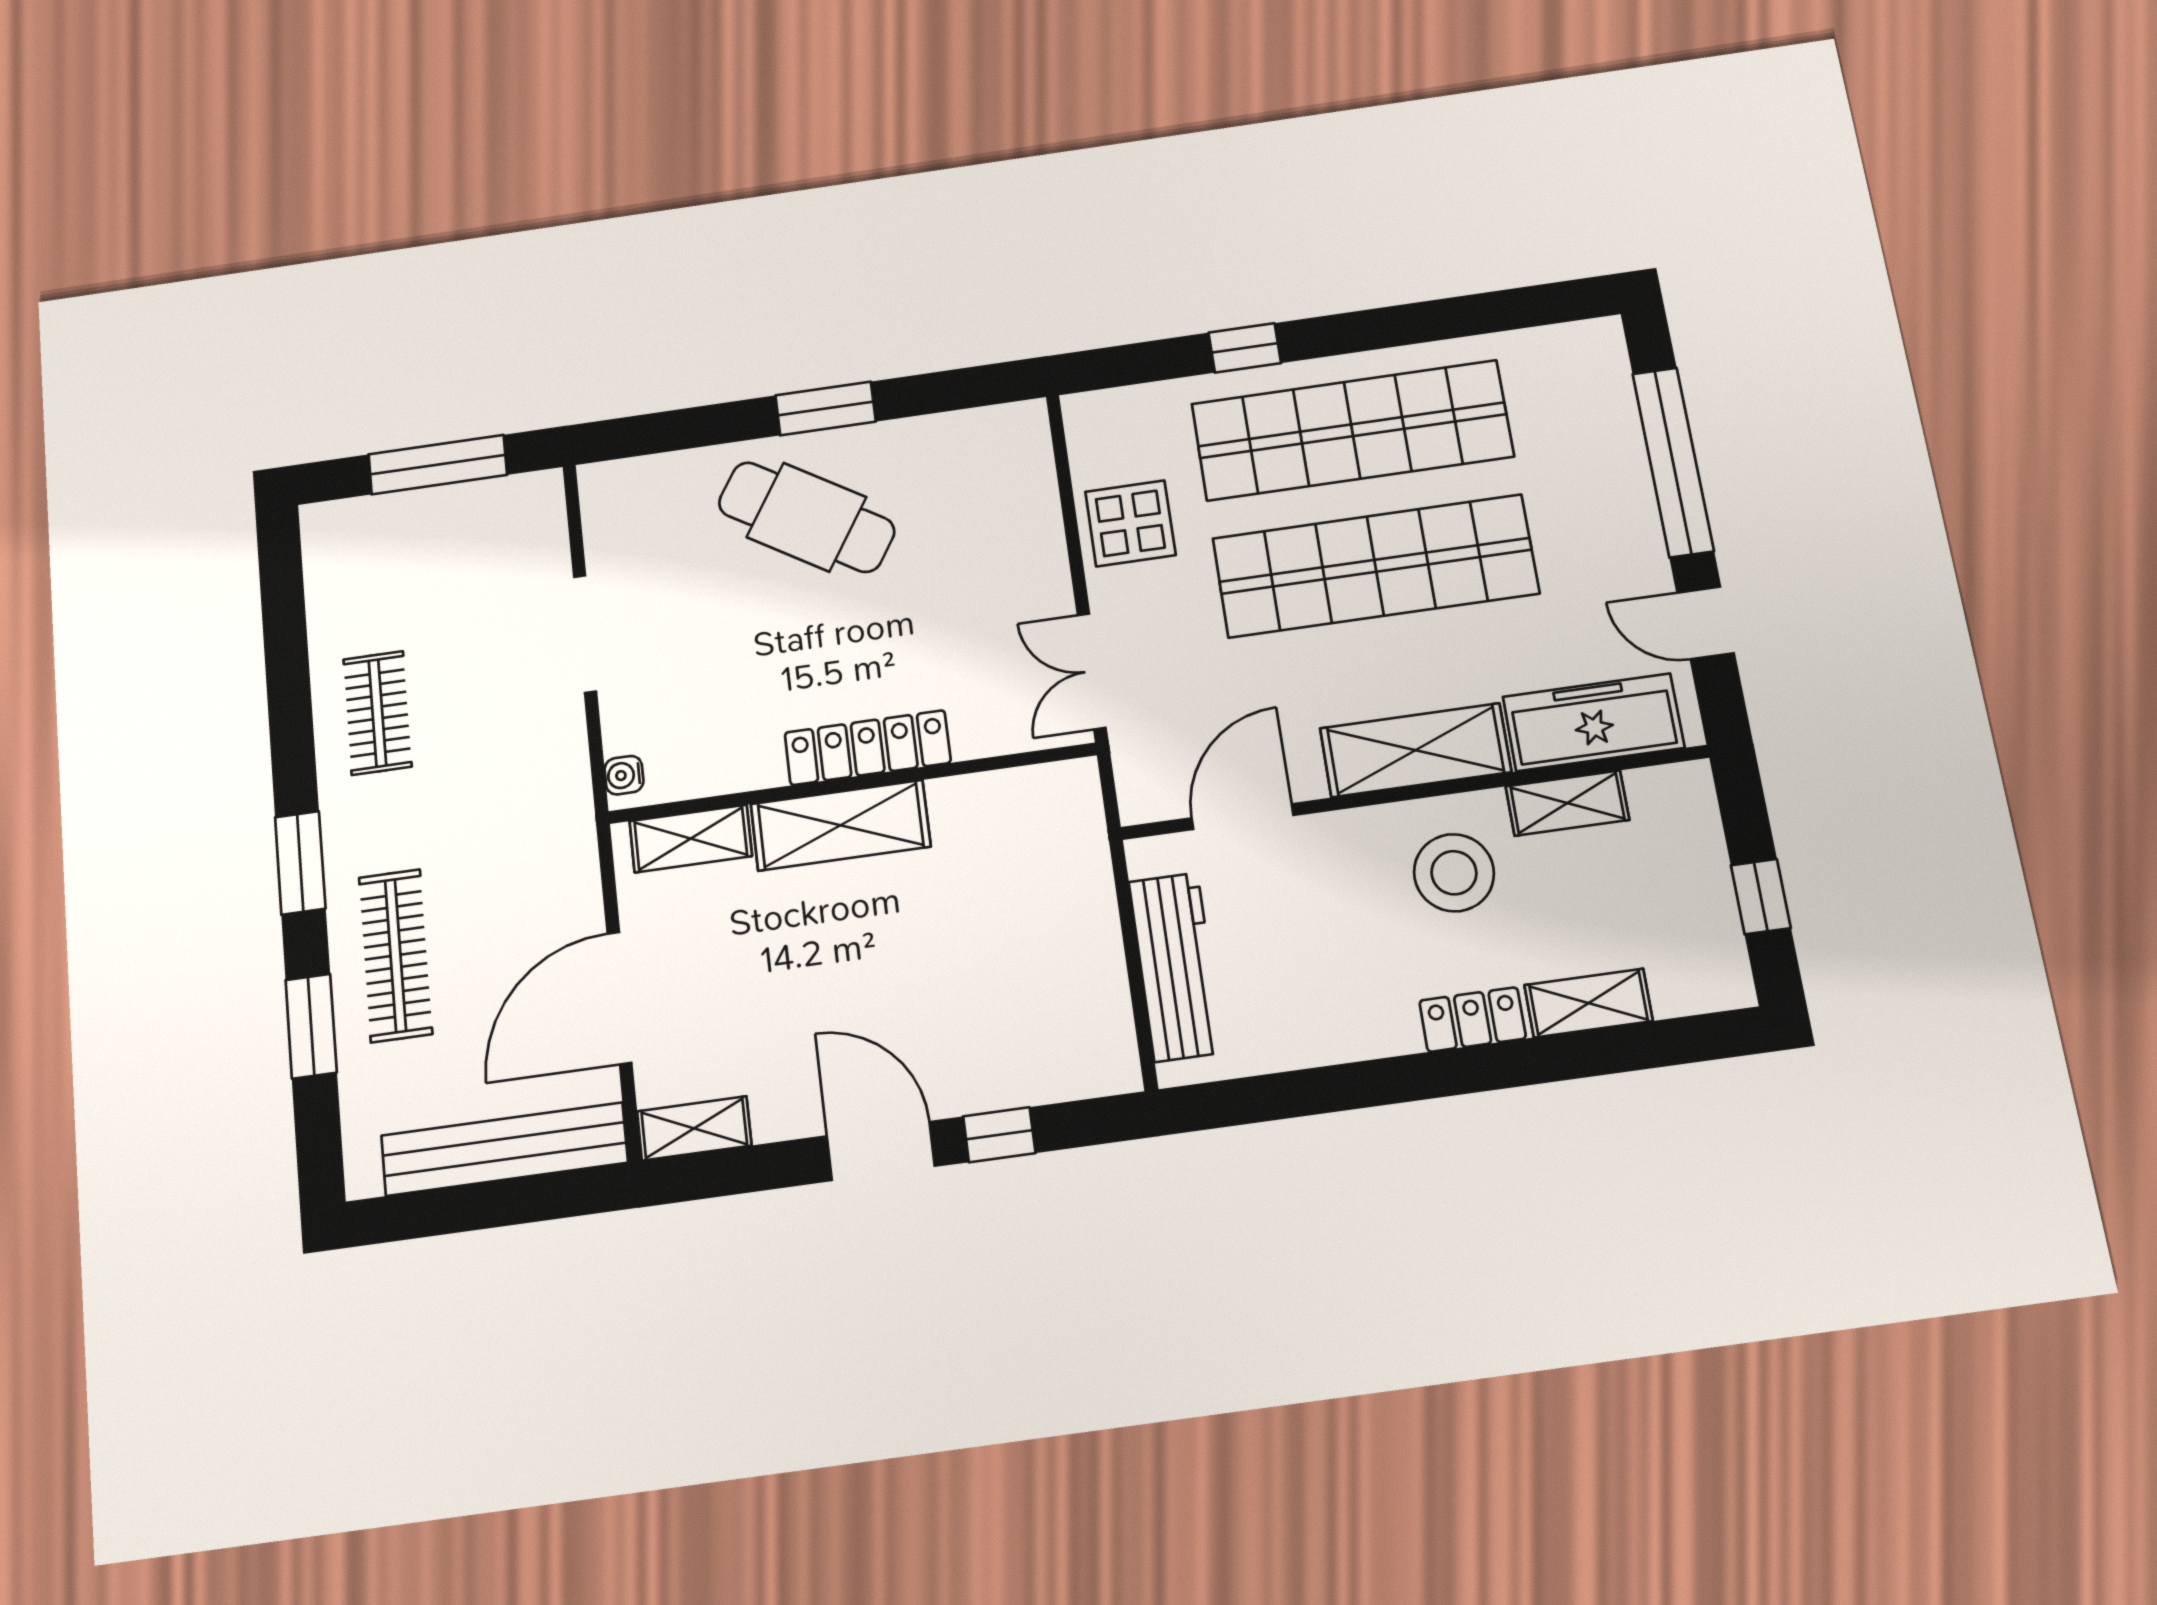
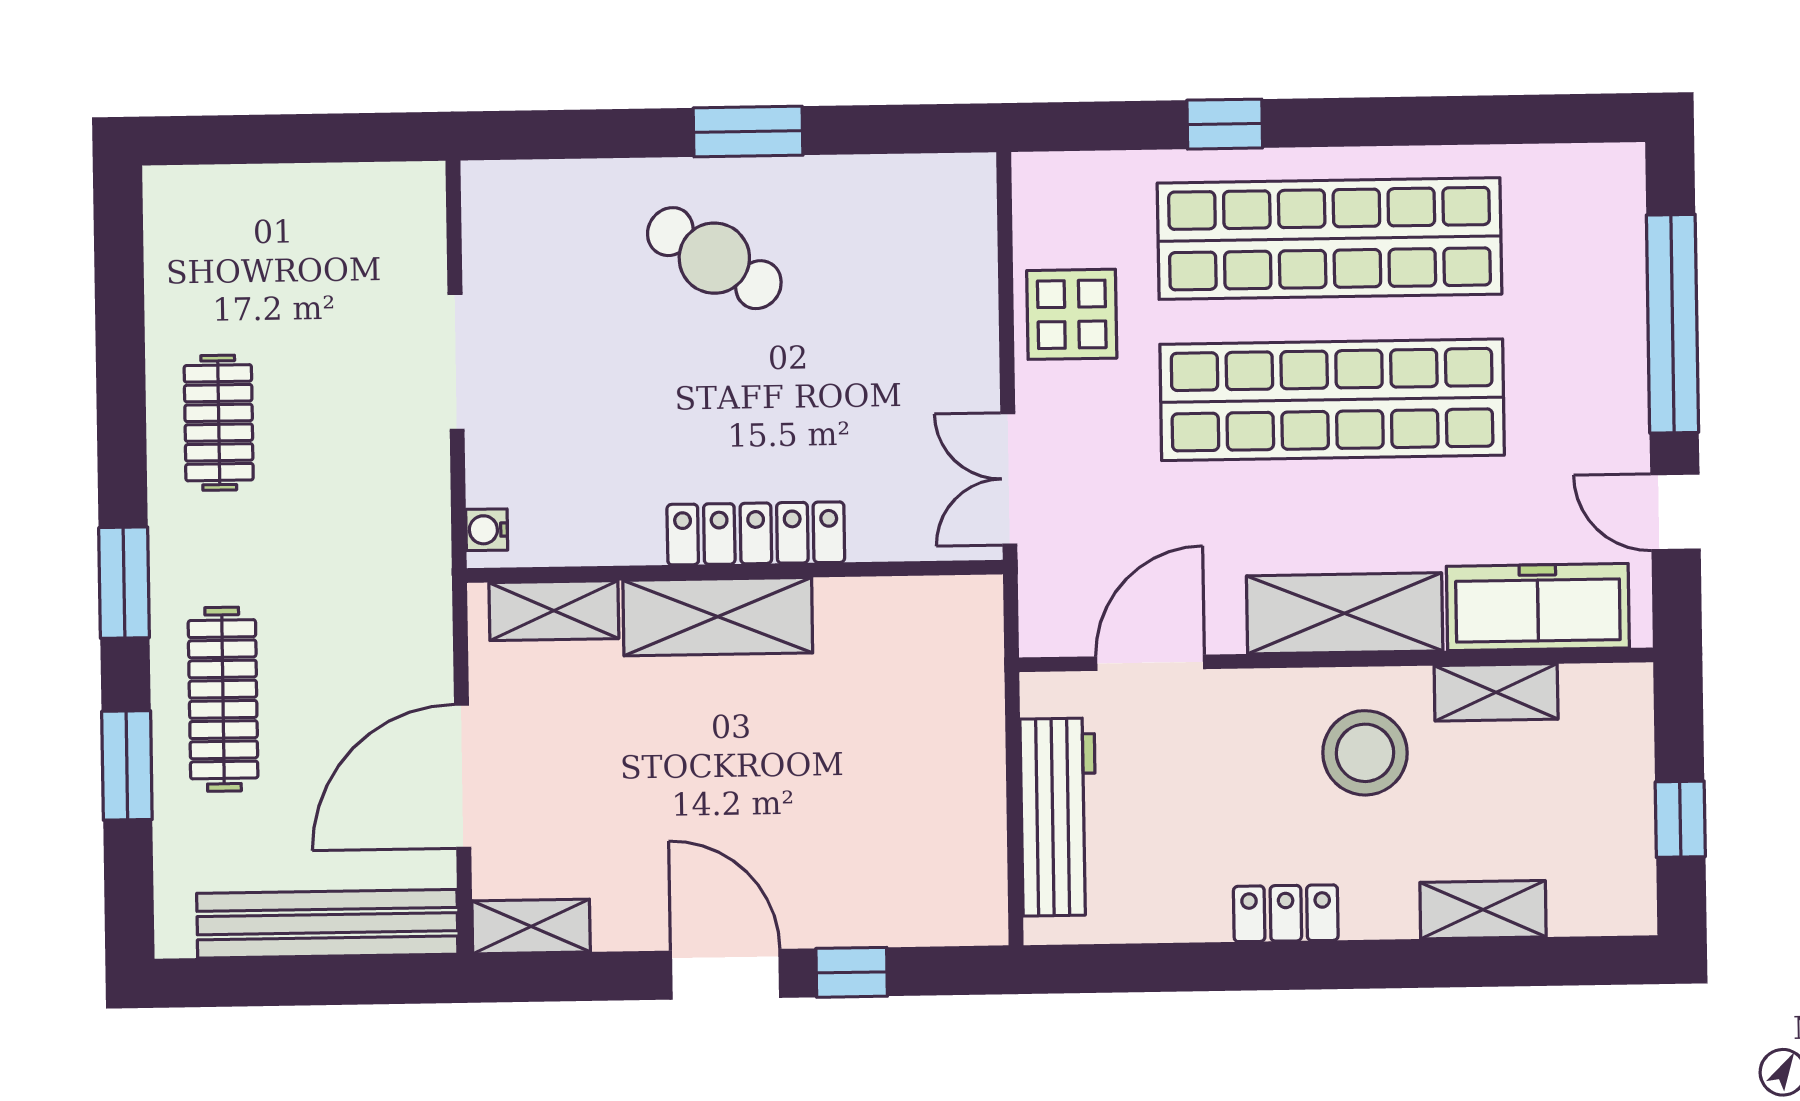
window: (438, 465) -> (304, 139), removed
cafe table: (806, 517) -> (714, 258), width x0.73, depth x0.74
locker: (1473, 1020) -> (1286, 913), moved

